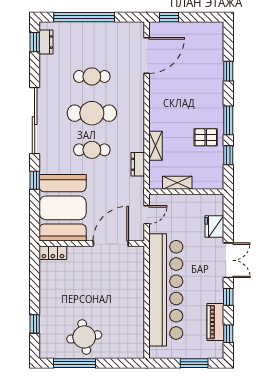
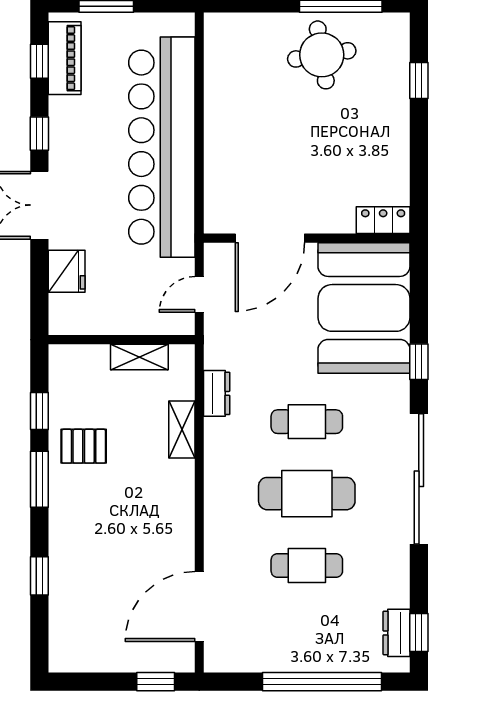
piano: (215, 322) -> (65, 58), moved

